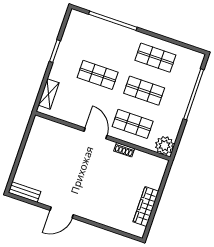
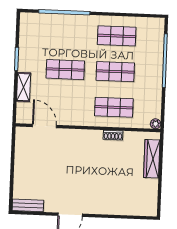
shelving: (49, 94) -> (24, 87), moved
door: (96, 133) -> (44, 126), moved
plant: (165, 146) -> (156, 124), width x0.53, depth x0.53
wardrobe: (146, 207) -> (152, 159), moved

